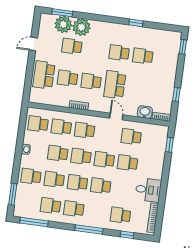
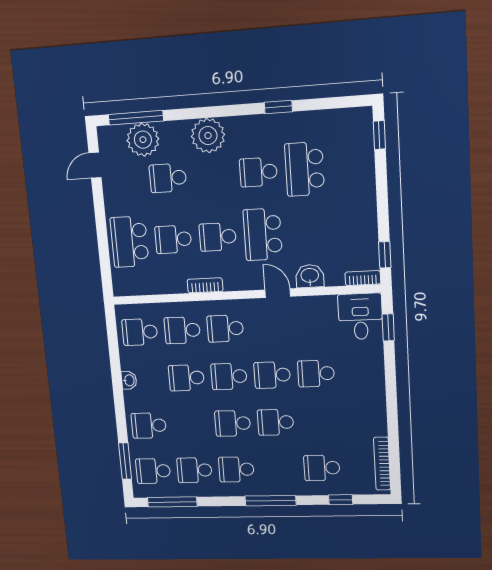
window: (62, 13) -> (136, 118), width x1.44
plant: (81, 27) -> (208, 136), moved
door: (33, 44) -> (95, 165), moved
school desk: (143, 56) -> (305, 169), width x1.85
window: (176, 94) -> (385, 255), moved
washbasin: (145, 112) -> (310, 276), moved
school desk: (131, 137) -> (313, 325), removed
school desk: (54, 179) -> (153, 471), moved
desk: (148, 190) -> (360, 316), moved, turned -90

